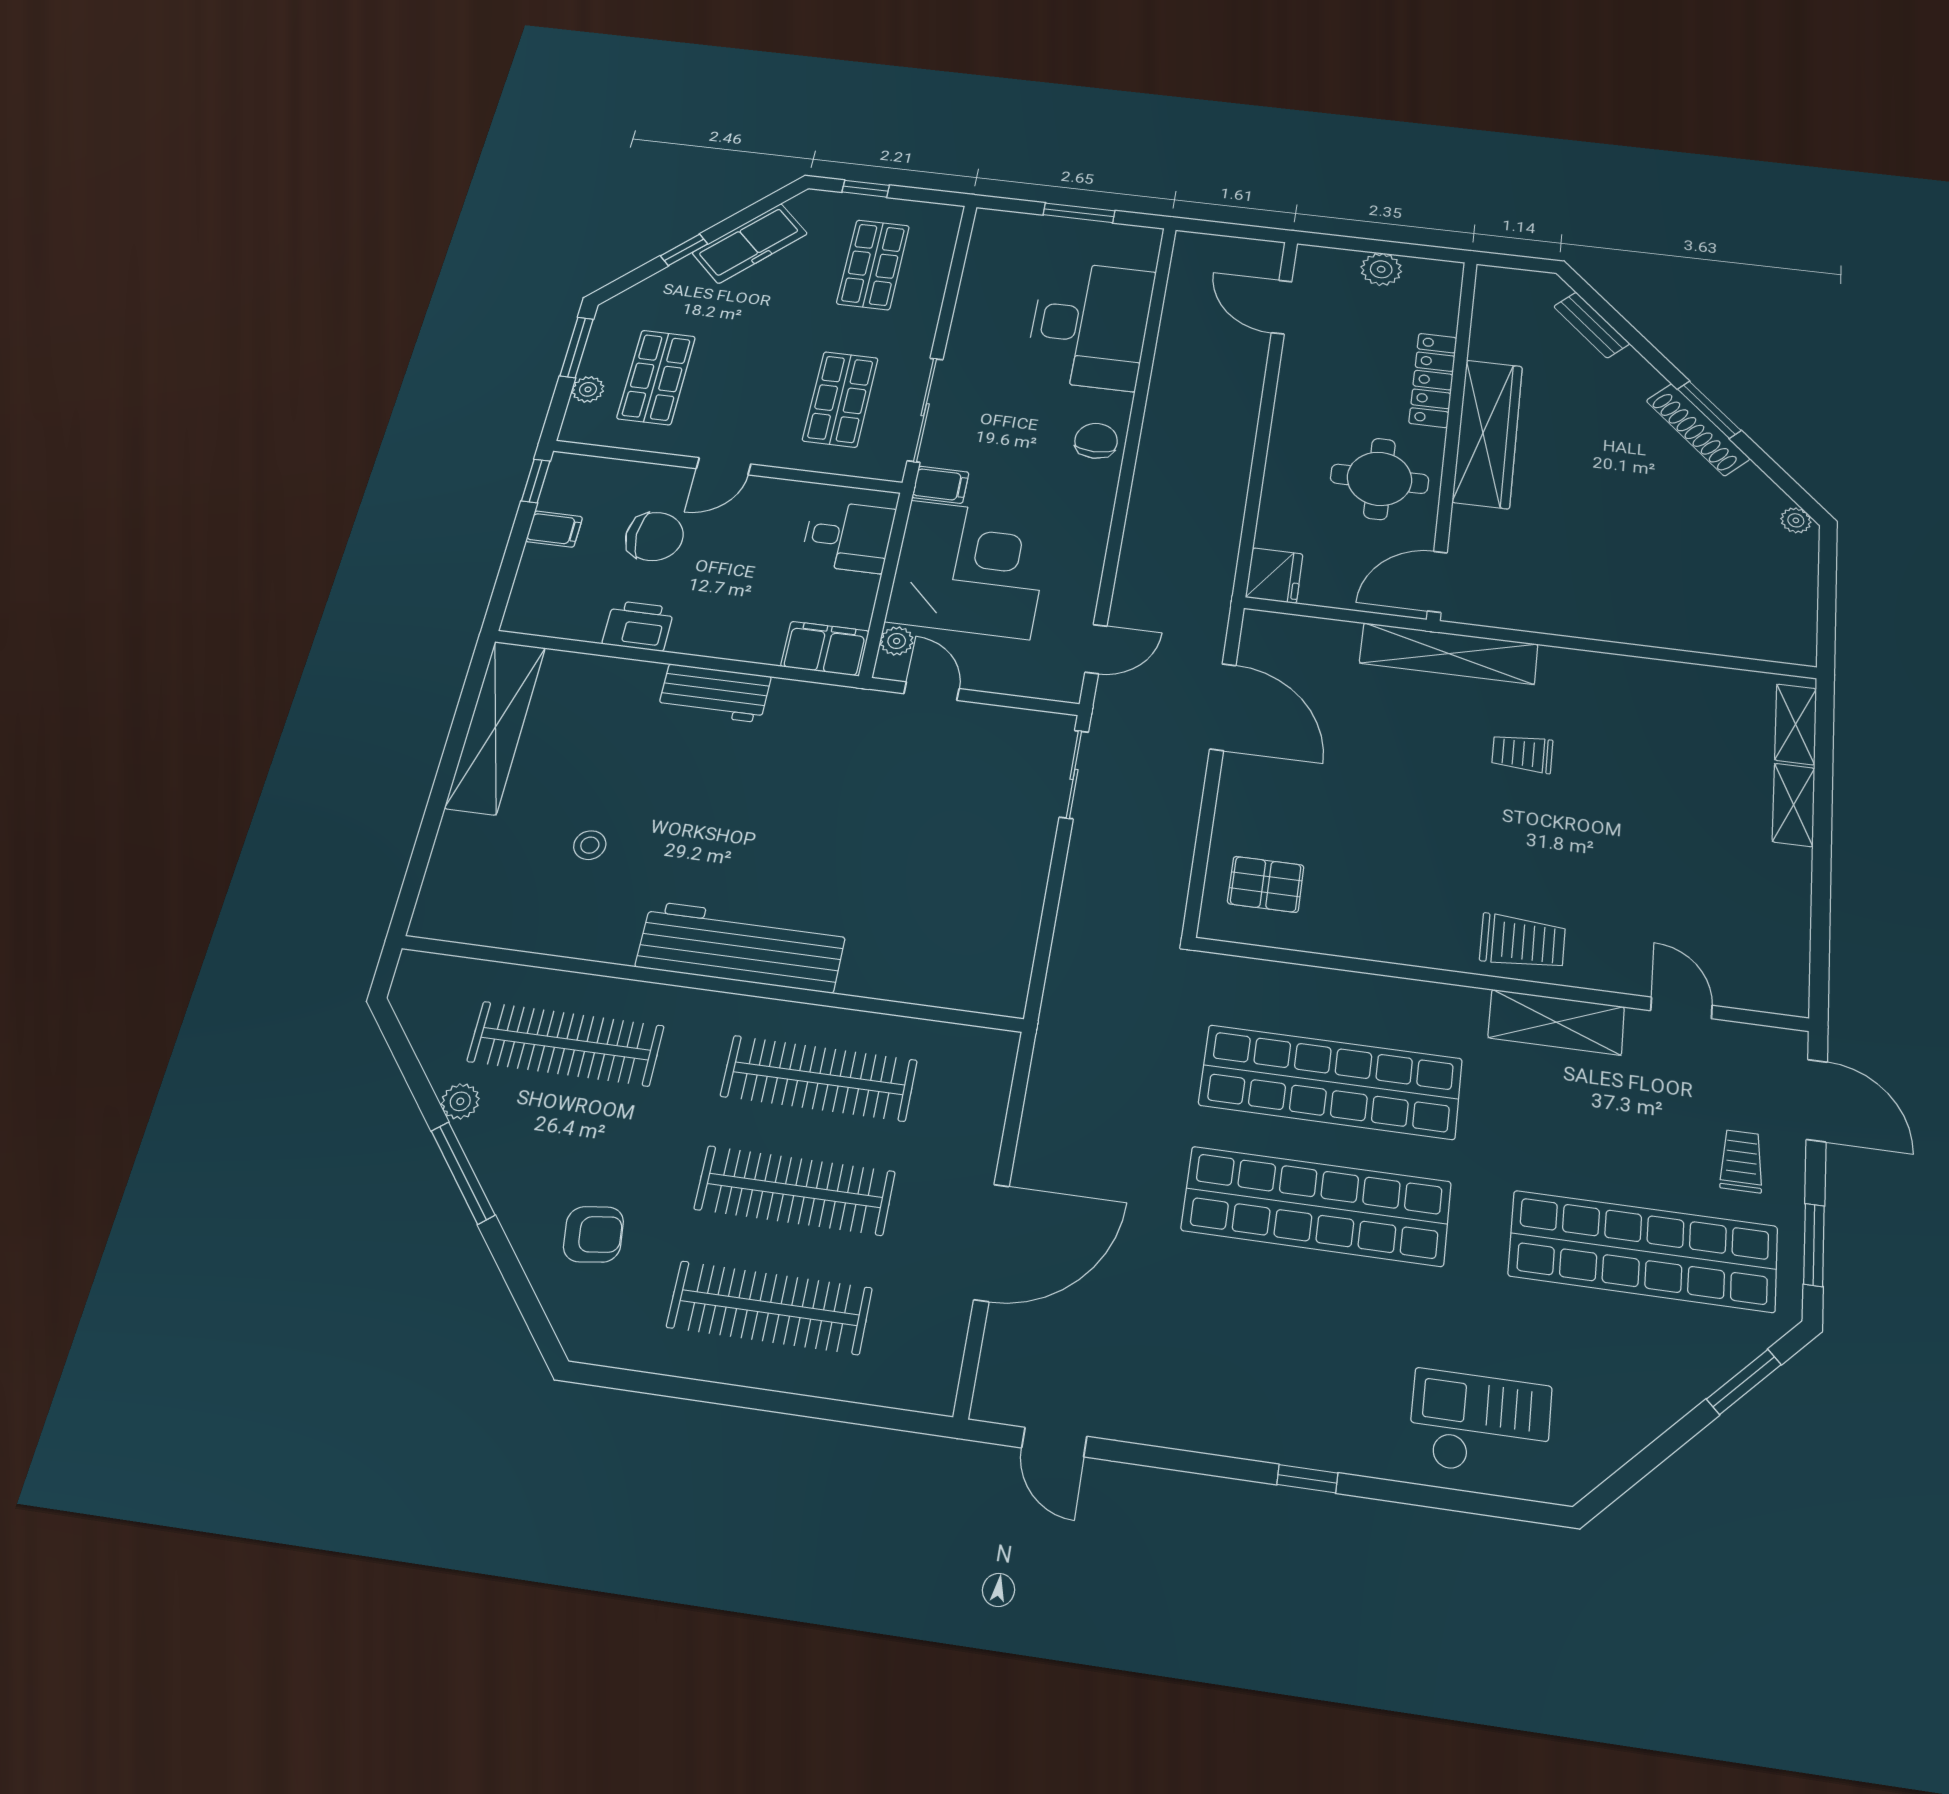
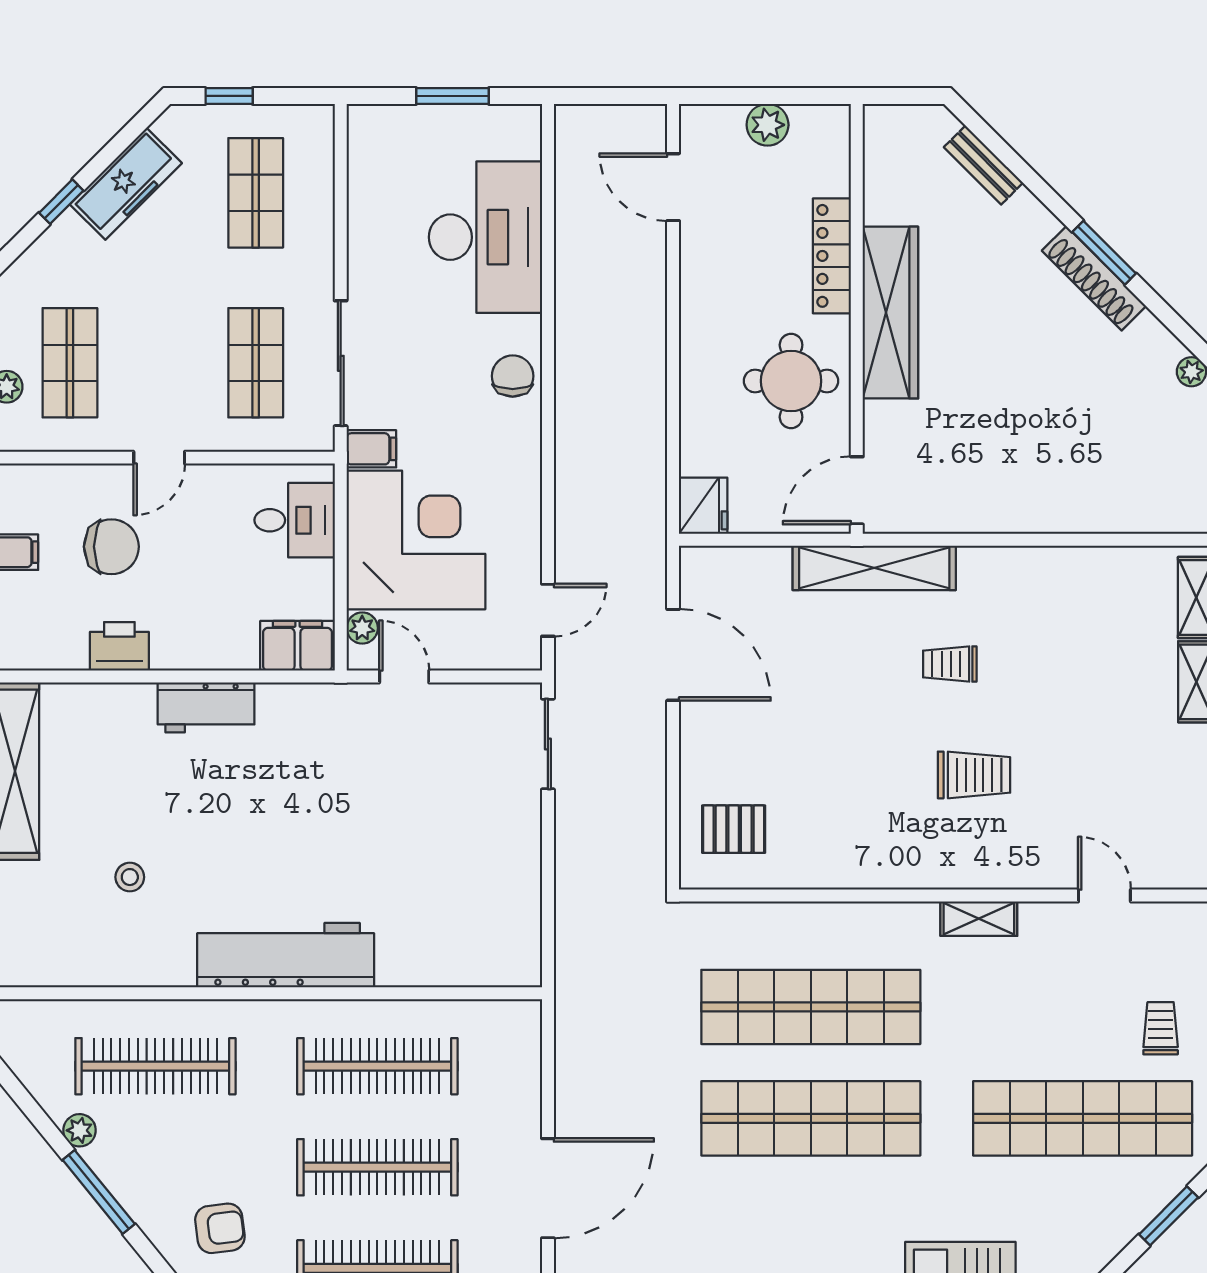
trolley: (1523, 942) -> (974, 775), moved
shelving: (1556, 1022) -> (979, 919), width x0.67, depth x0.75

